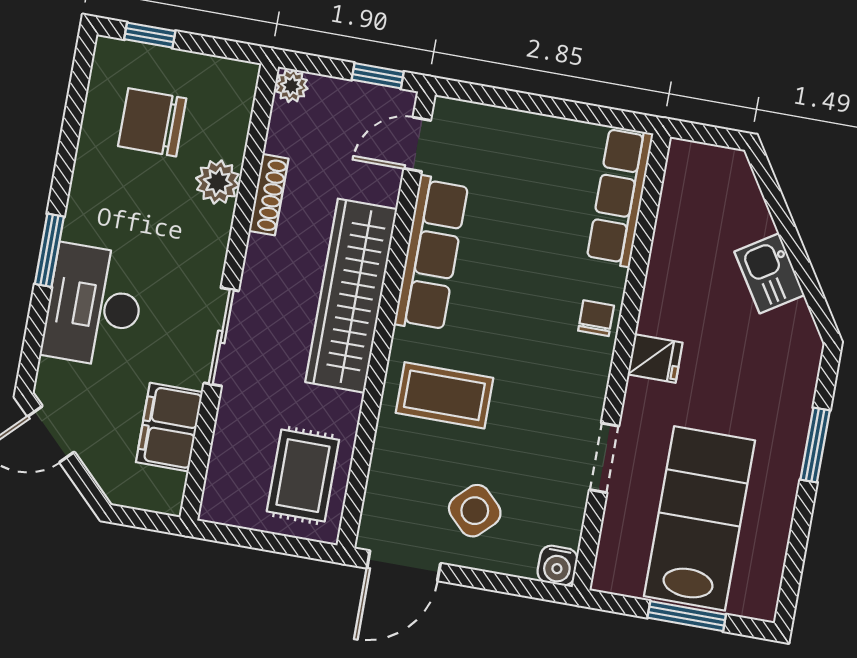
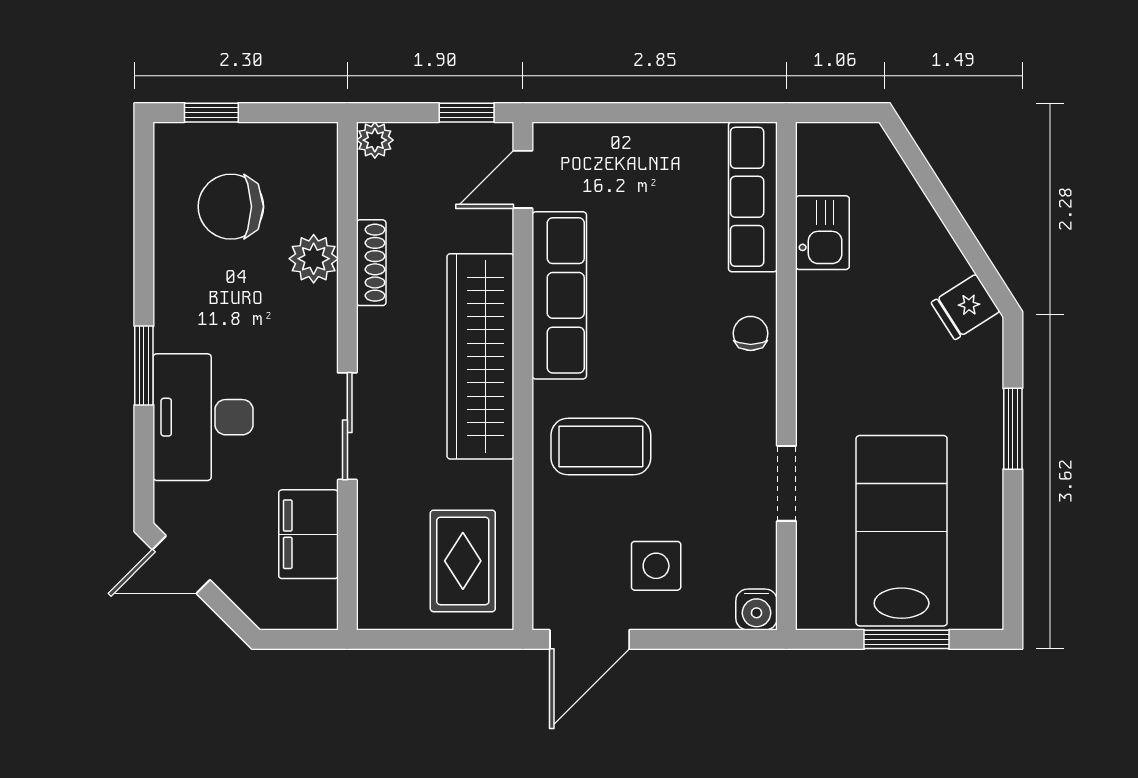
kitchen sink: (769, 273) -> (822, 233), moved, turned -148
fridge: (655, 359) -> (965, 307), moved, turned 148
side table: (475, 511) -> (656, 566), turned 45

